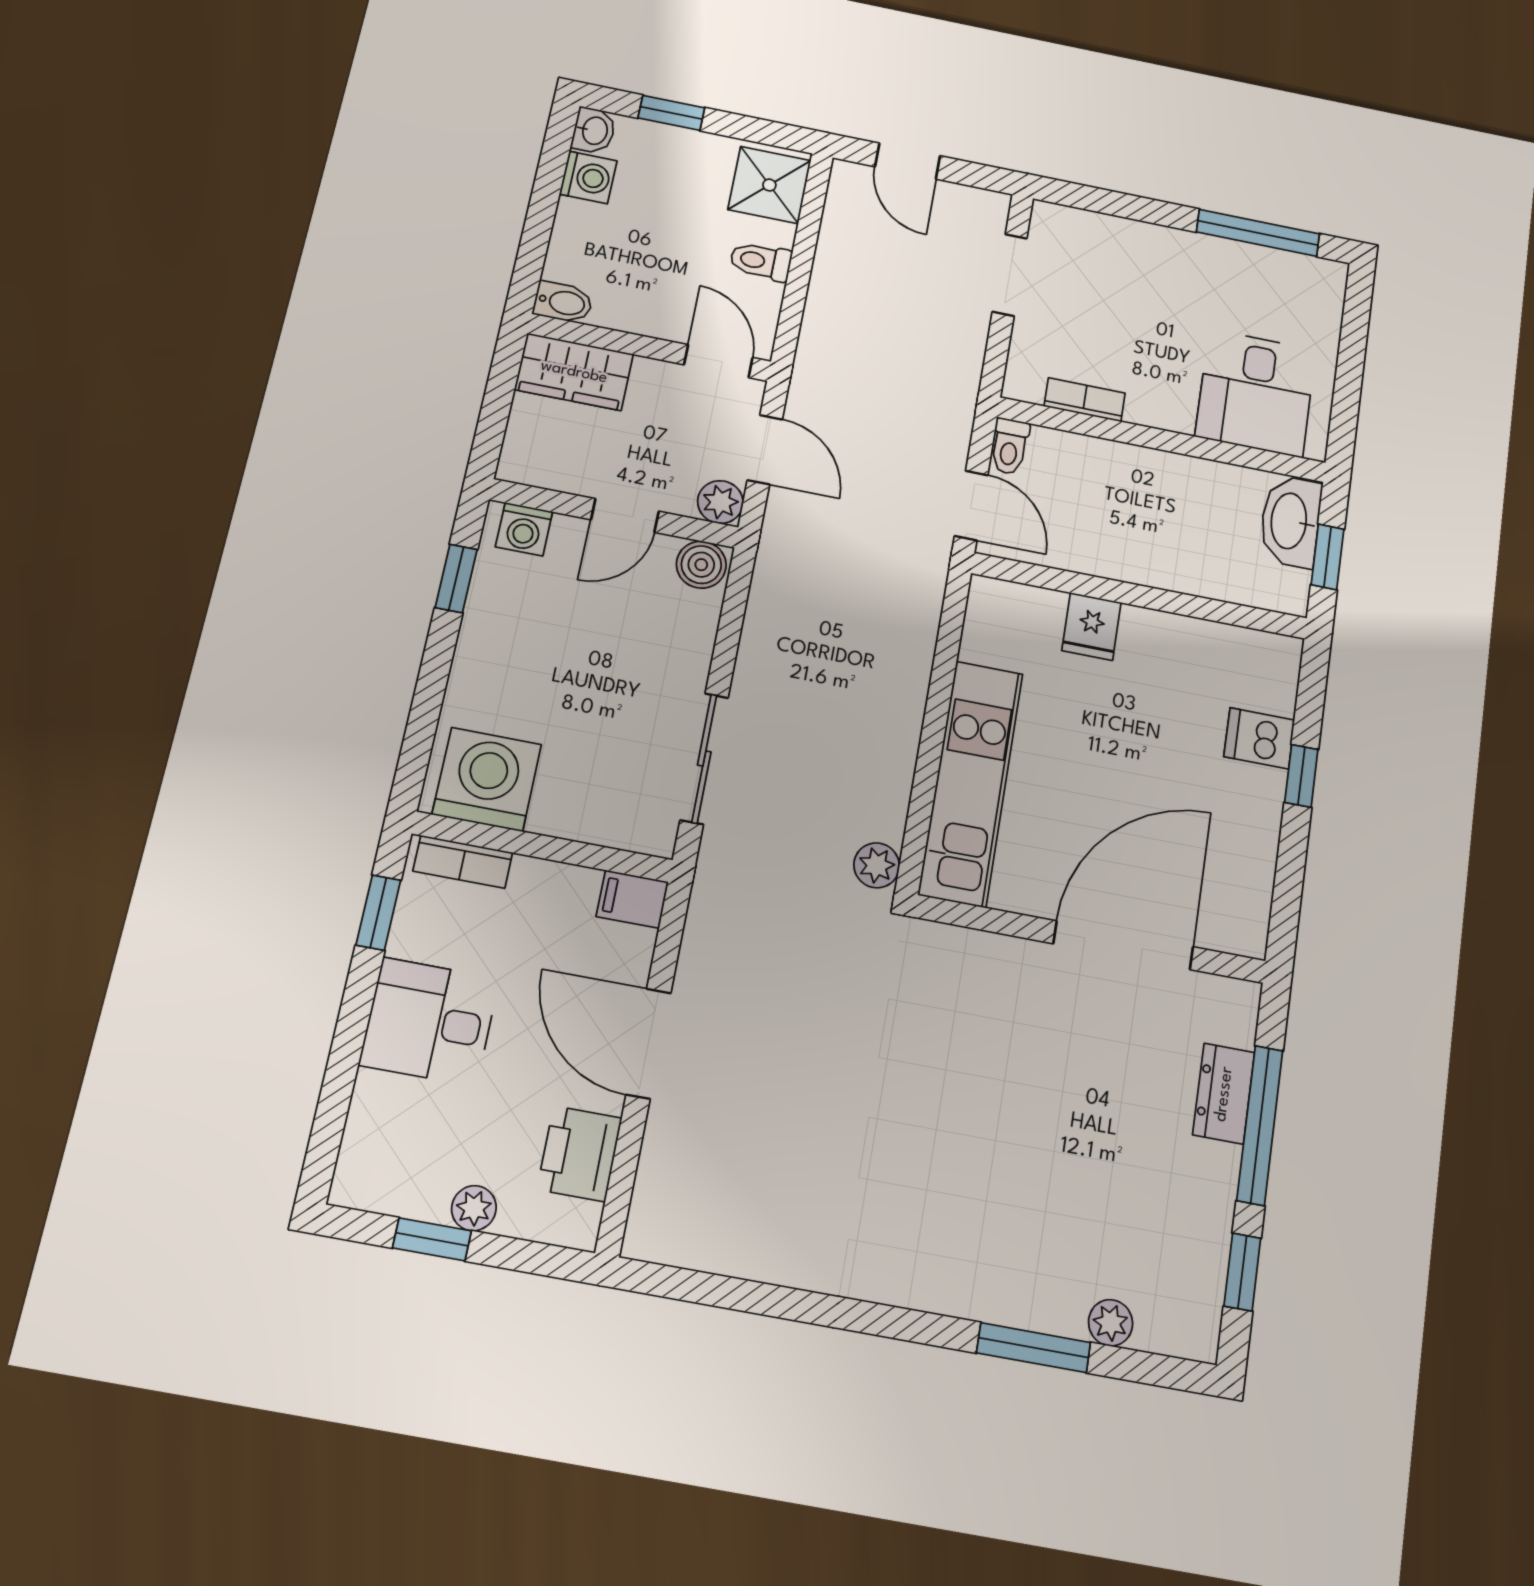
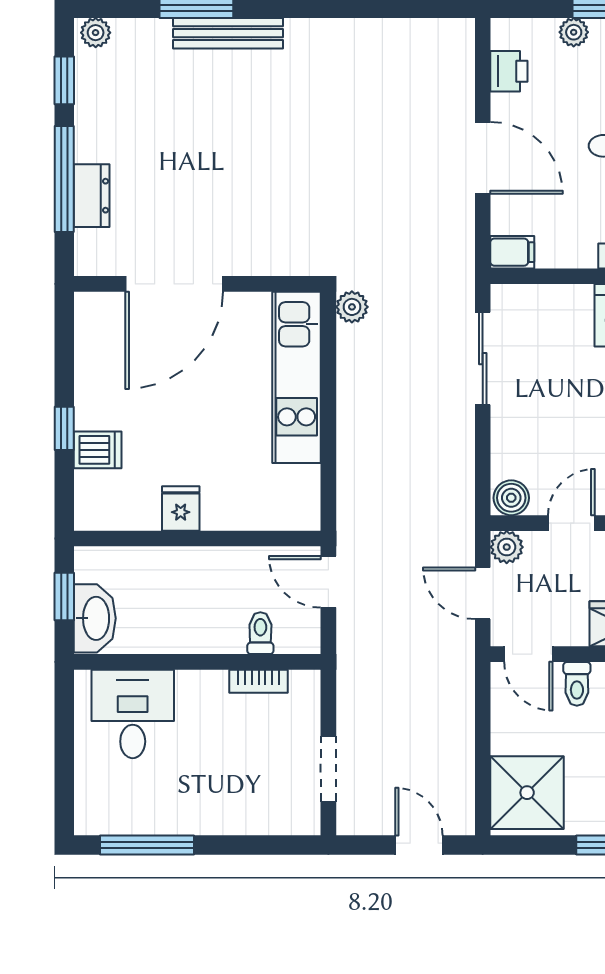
shower: (769, 185) -> (527, 793), width x1.36, depth x1.36
toilet: (761, 261) -> (577, 684), moved, turned 90
toilet: (1010, 446) -> (260, 633), moved
fridge: (1091, 626) -> (181, 508), moved
printer: (579, 1154) -> (509, 71), width x0.73, depth x0.81
bench: (992, 1300) -> (228, 33), added
plant: (1111, 1323) -> (96, 33), moved

